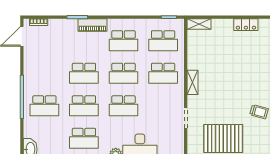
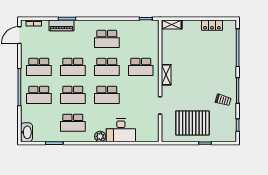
piano: (92, 25) -> (62, 25), moved
school desk: (163, 41) -> (39, 67), moved

